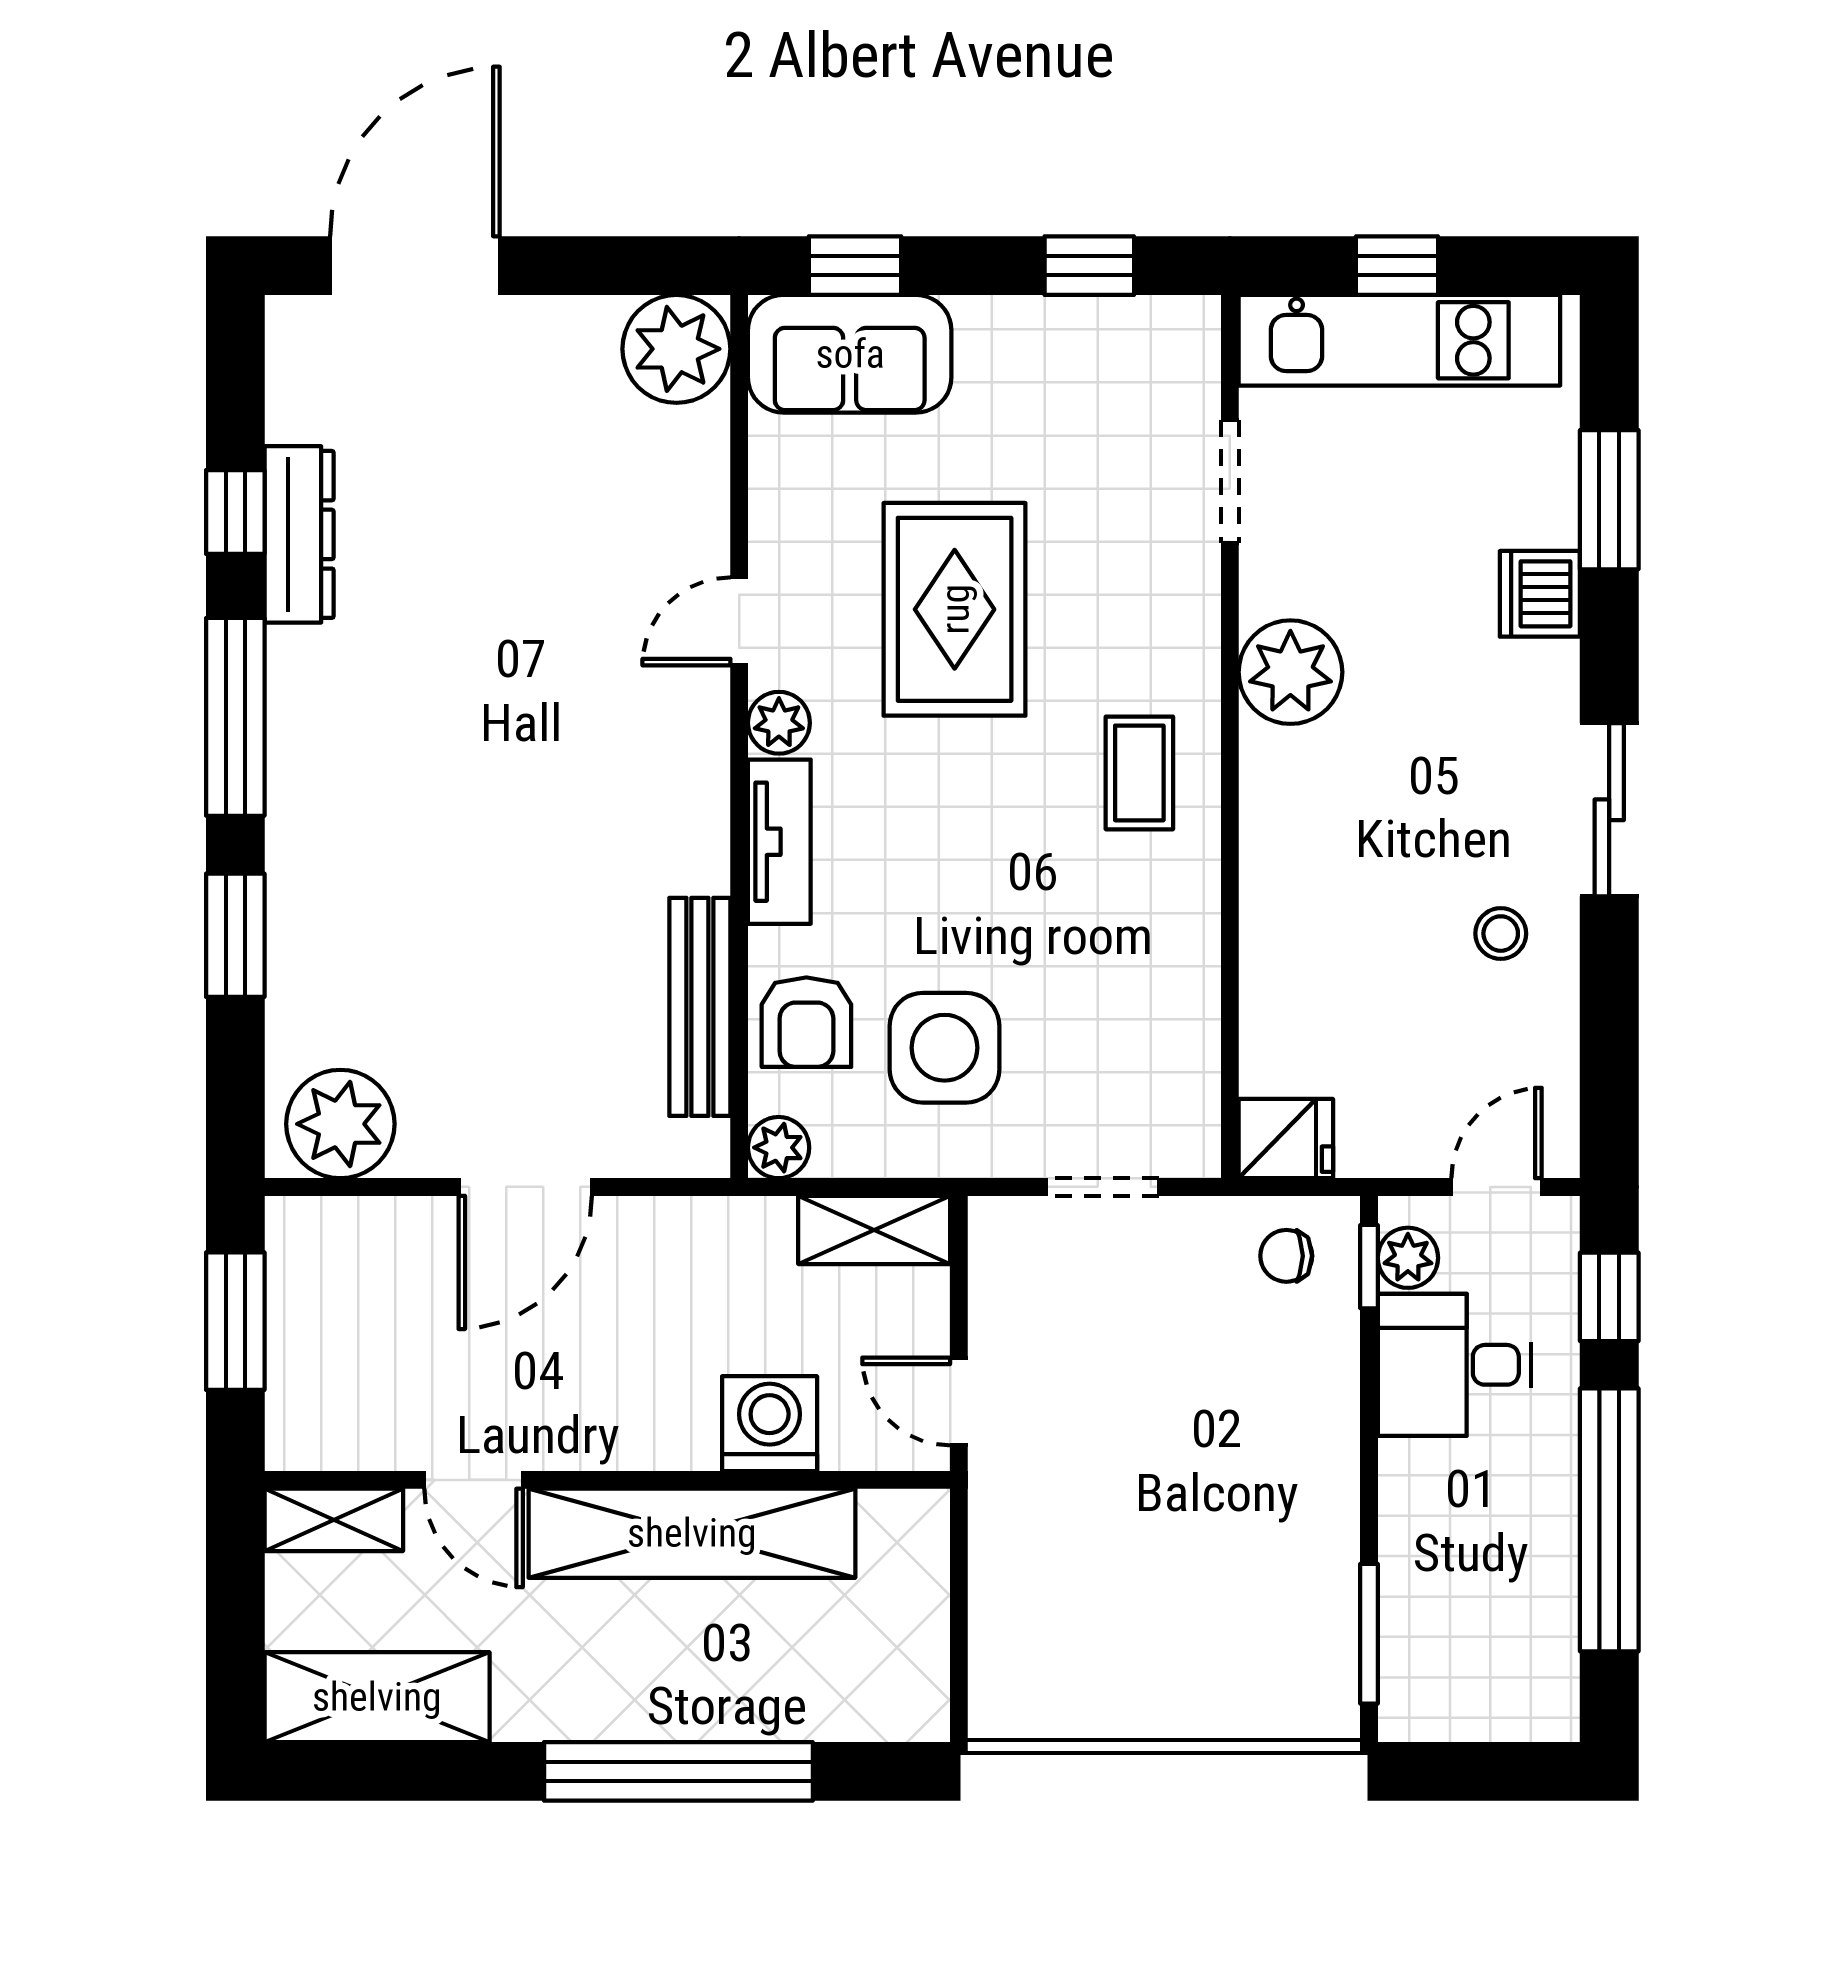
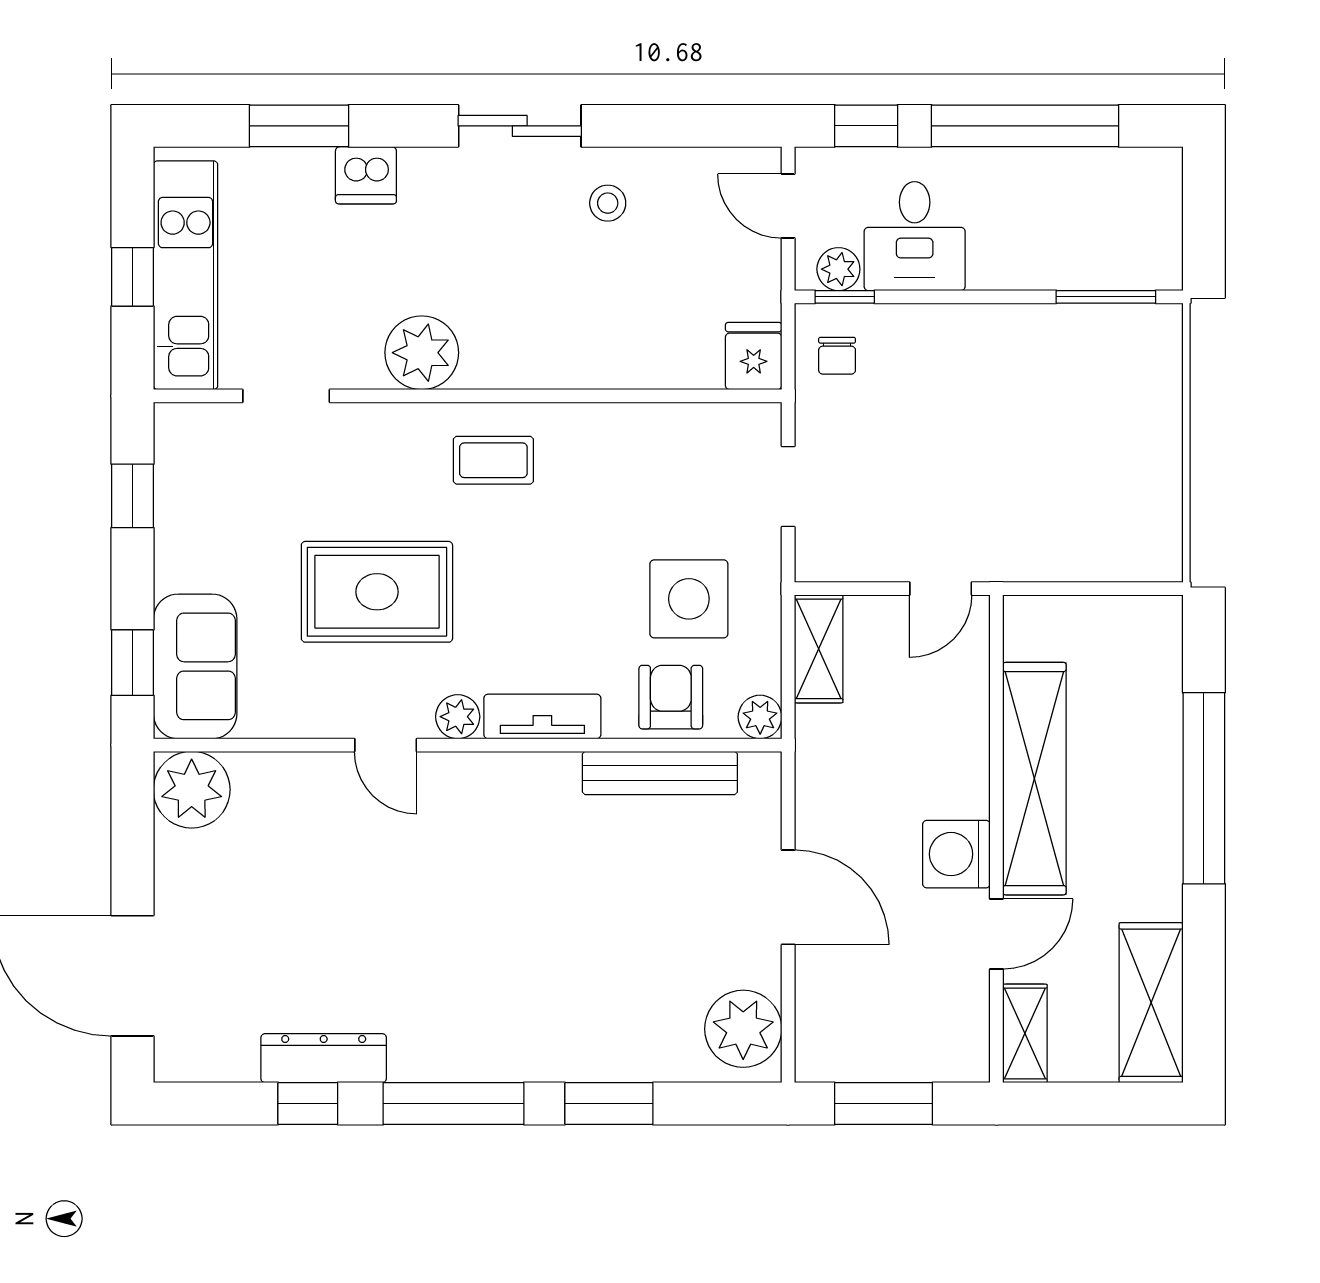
armchair: (806, 1022) -> (671, 697), turned -90
washing machine: (770, 1424) -> (956, 854), moved

